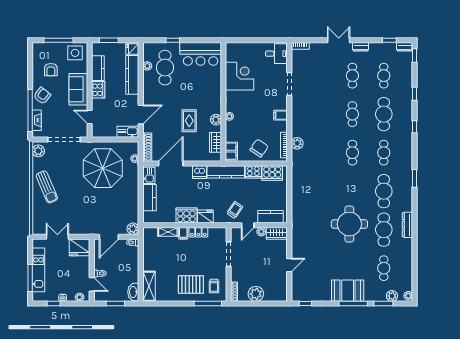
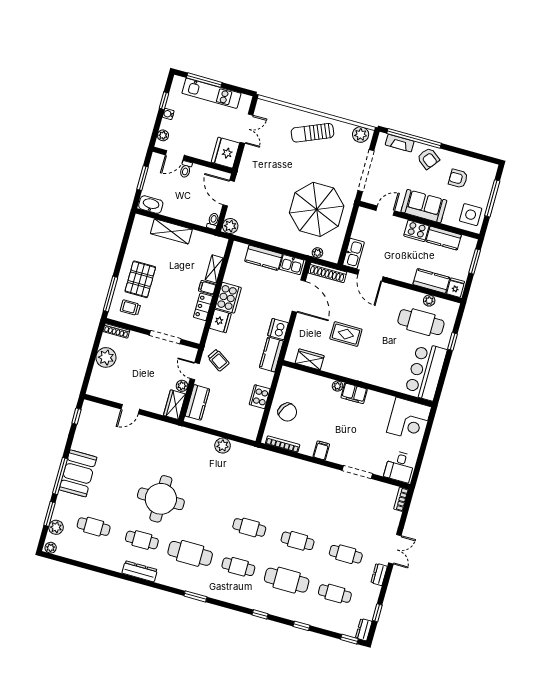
kitchen counter: (132, 75) -> (431, 281), width x0.67
corner desk: (240, 76) -> (409, 420), moved
plant: (216, 120) -> (338, 368), removed
plant: (297, 143) -> (223, 446), moved
filing cabinet: (231, 151) -> (354, 393), moved
kitchen counter: (226, 172) -> (271, 354), width x0.67
cooker: (272, 173) -> (252, 420), removed
cafe table: (384, 230) -> (142, 540), width x0.73, depth x0.74
door: (289, 265) -> (130, 409), hinge flipped
shelving: (149, 286) -> (171, 231), moved

